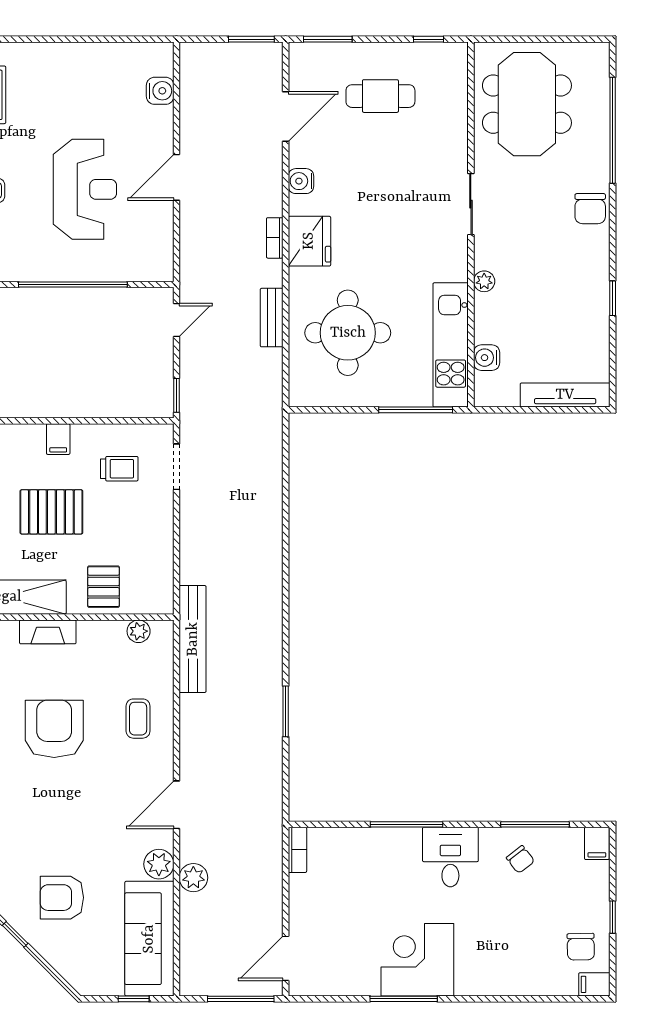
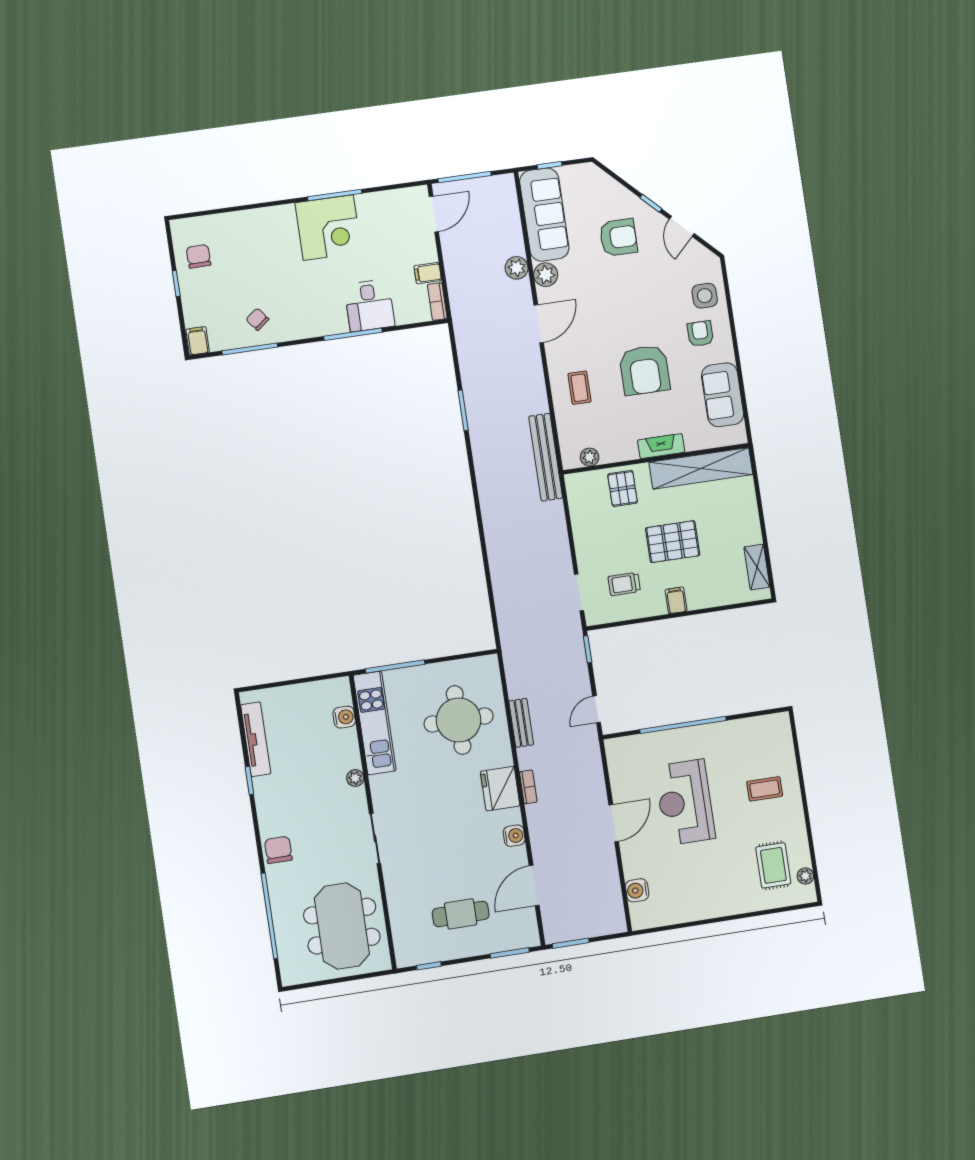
tv unit: (565, 395) -> (256, 739), moved, turned -90
desk: (450, 857) -> (369, 305), moved
filing cabinet: (594, 984) -> (428, 273), moved, turned 180

